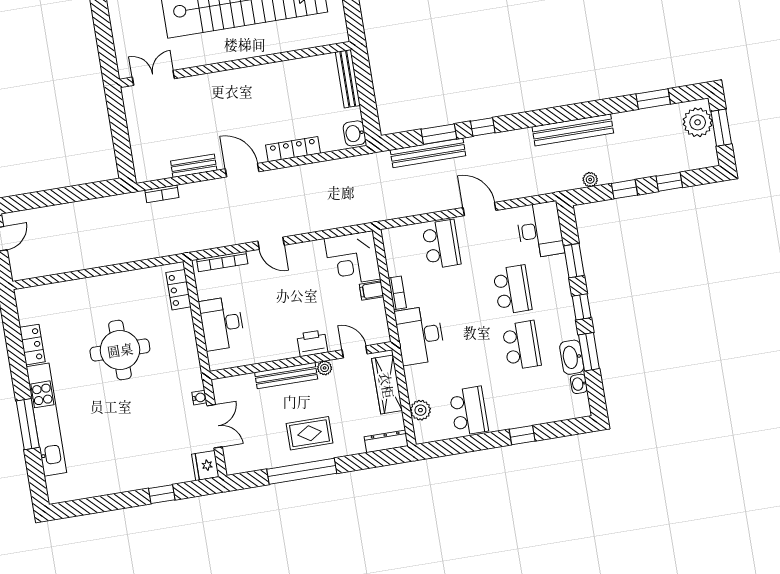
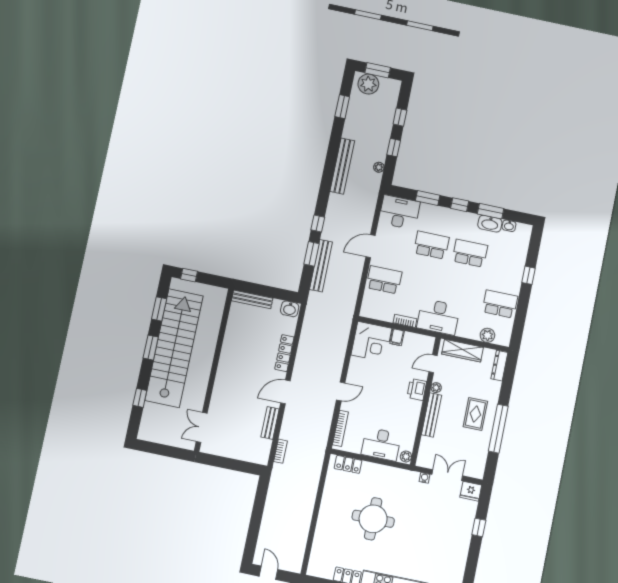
plant: (218, 362) -> (406, 456), added

